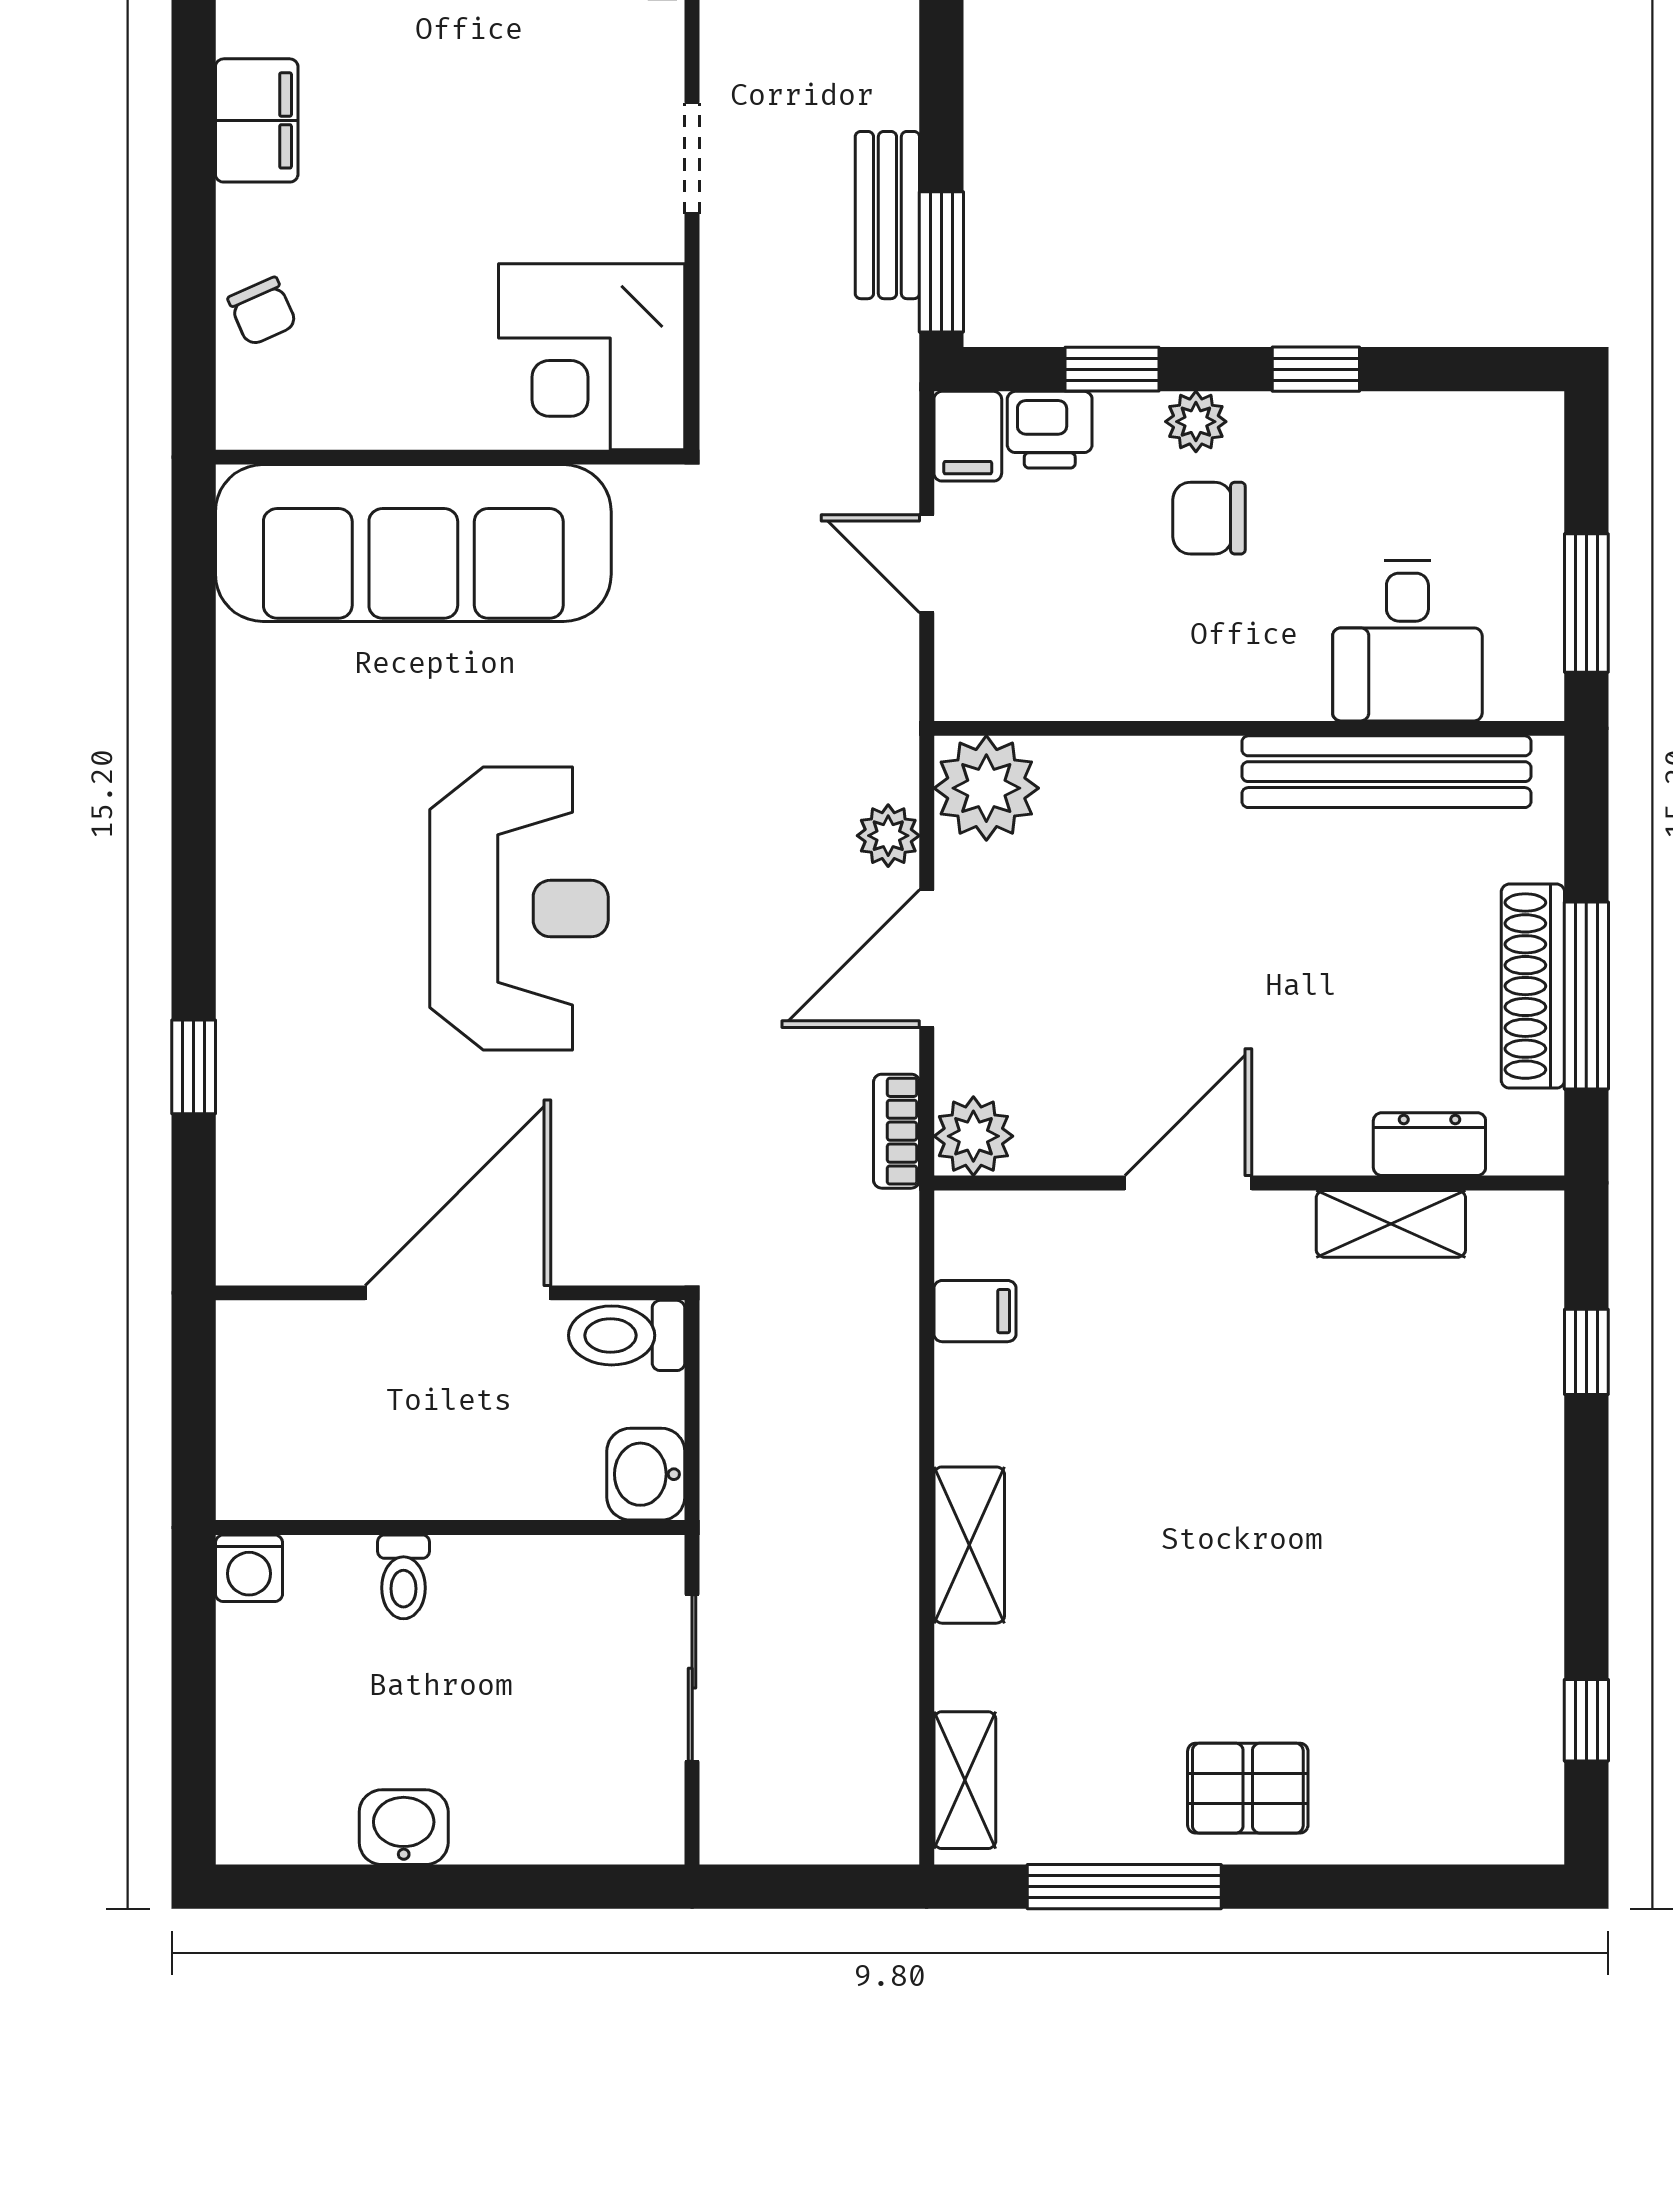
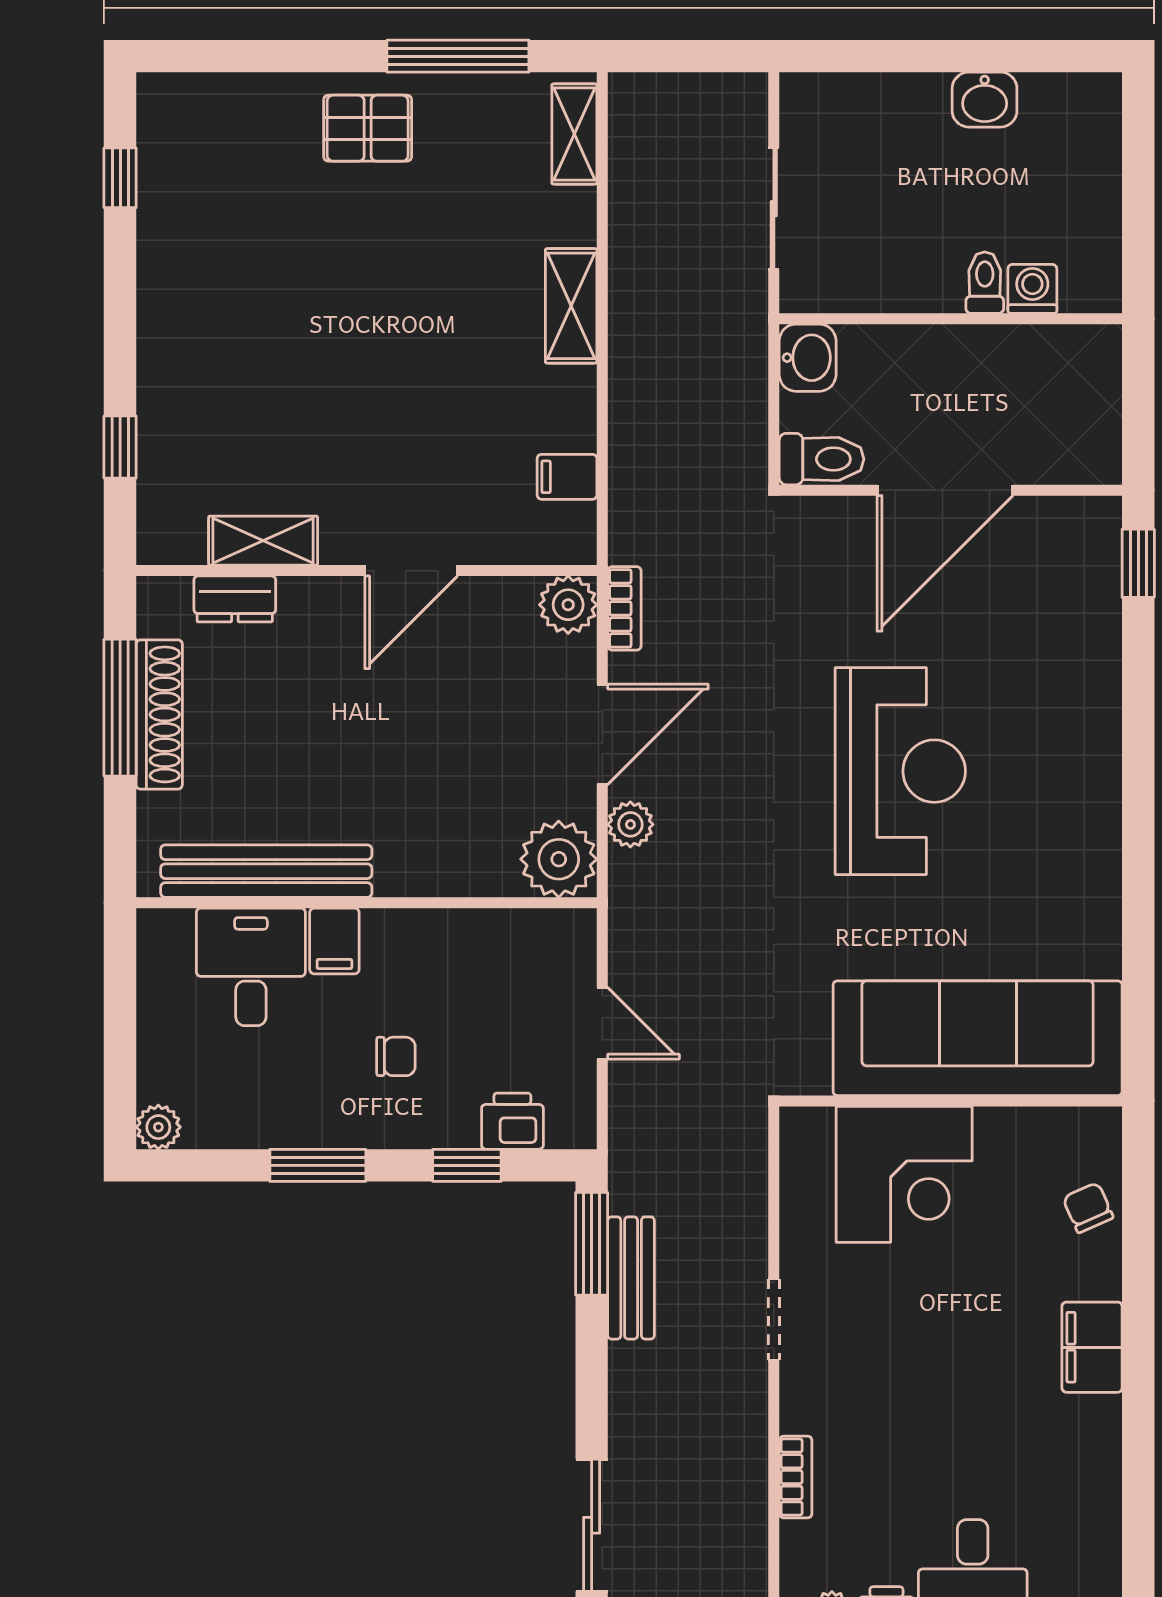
corner desk: (592, 357) -> (904, 1174), moved, turned 90
window: (1316, 369) -> (318, 1165), width x1.50
plant: (1196, 422) -> (158, 1127), moved
filing cabinet: (968, 436) -> (334, 941), moved, turned 180
chair: (1209, 518) -> (396, 1056), width x0.73, depth x0.73
window: (1586, 603) -> (120, 994), removed
reception desk: (519, 909) -> (900, 771), turned 180
window: (194, 1067) -> (1138, 563), moved
washing machine: (249, 1568) -> (1032, 289), moved

